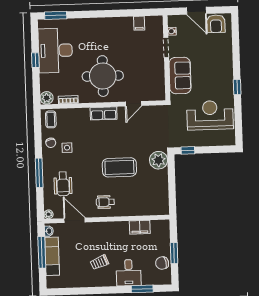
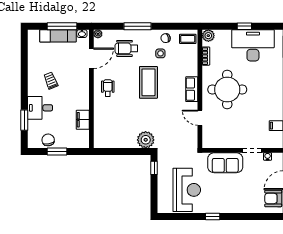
coffee table: (119, 167) -> (148, 82), moved

